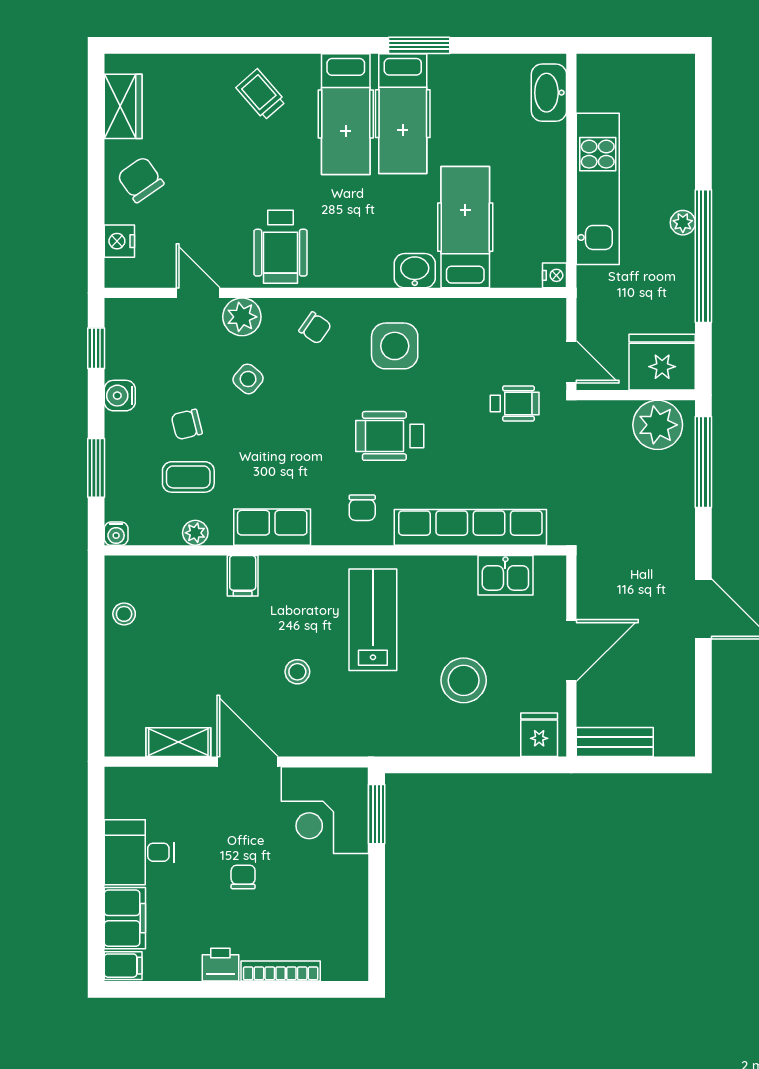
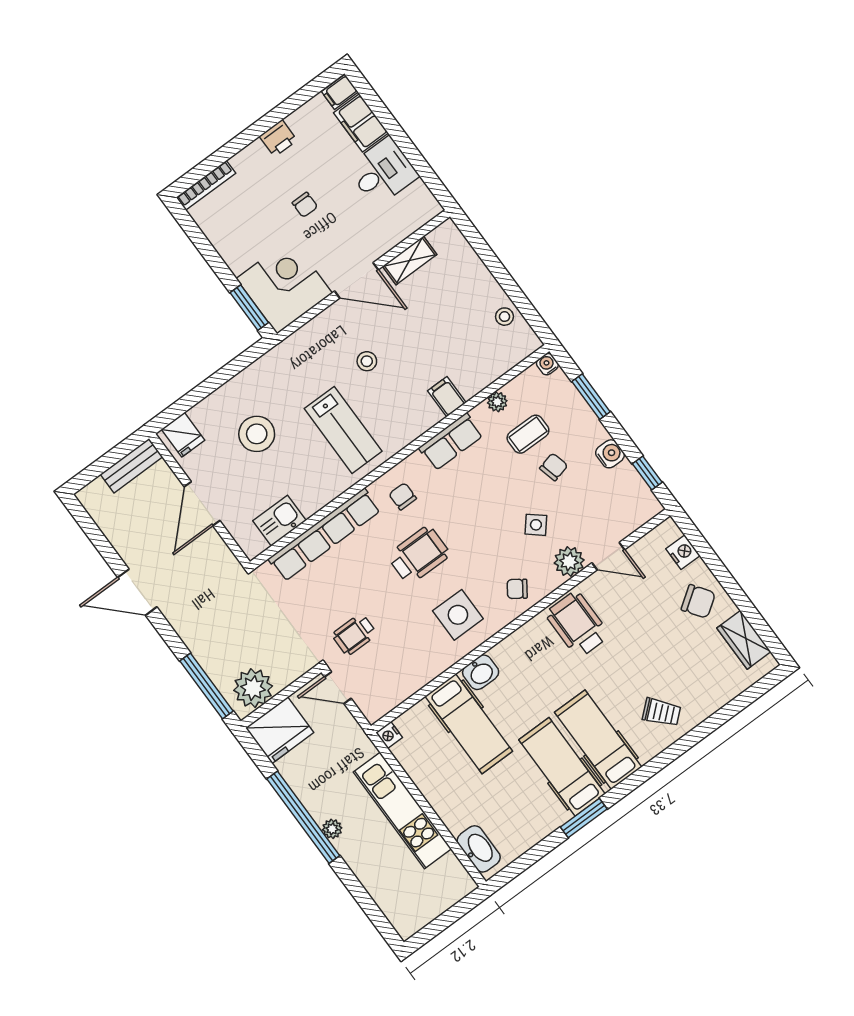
bookcase: (281, 971) -> (206, 185), moved

